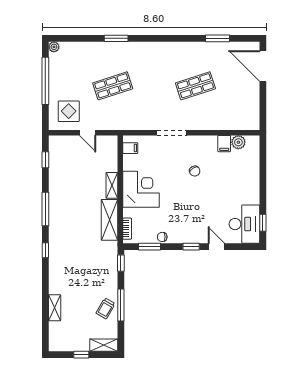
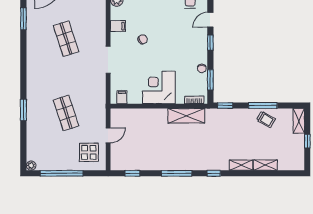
filing cabinet: (224, 144) -> (118, 26), moved
shelving: (112, 185) -> (241, 165), moved

